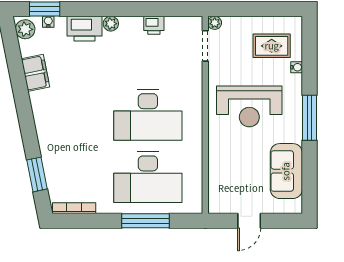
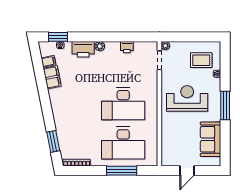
plant: (25, 29) -> (46, 50), removed
filing cabinet: (29, 48) -> (48, 61), added
reception desk: (249, 106) -> (187, 98), turned 180

